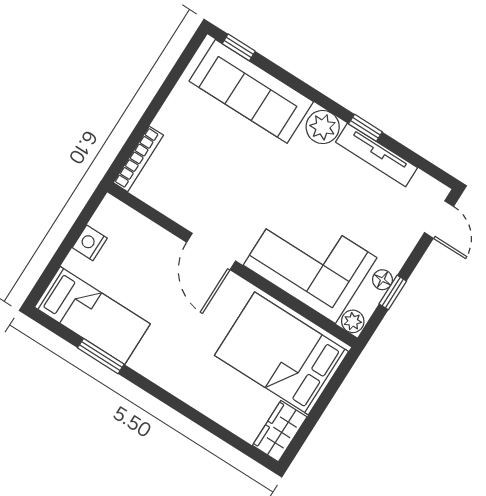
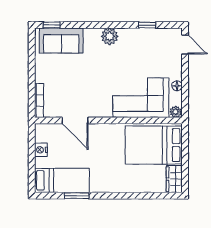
sofa: (251, 91) -> (61, 41), width x0.73
window: (365, 128) -> (147, 25), moved
tv unit: (377, 155) -> (140, 34), removed
door: (211, 252) -> (75, 120), moved
window: (393, 292) -> (185, 88), removed

